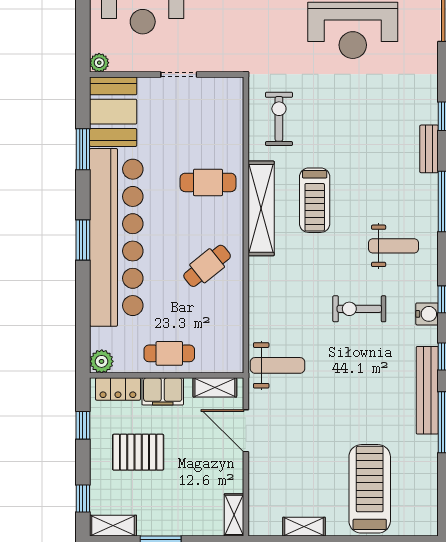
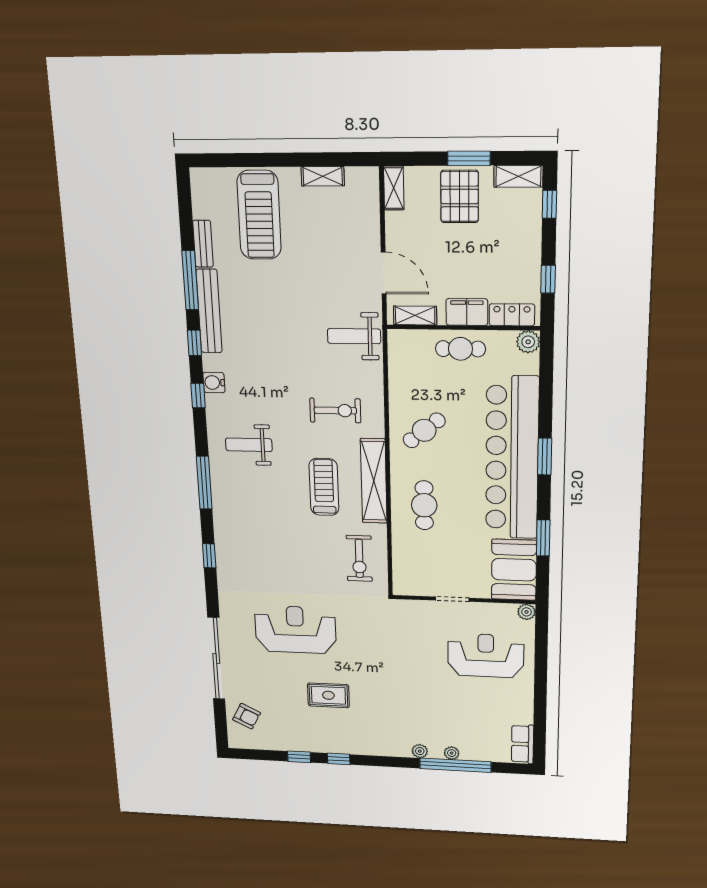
bench: (429, 149) -> (203, 244), moved
cafe table: (208, 182) -> (424, 505), turned 90
exercise bike: (359, 309) -> (335, 410), moved
pallet: (138, 452) -> (460, 197), moved, turned 90

